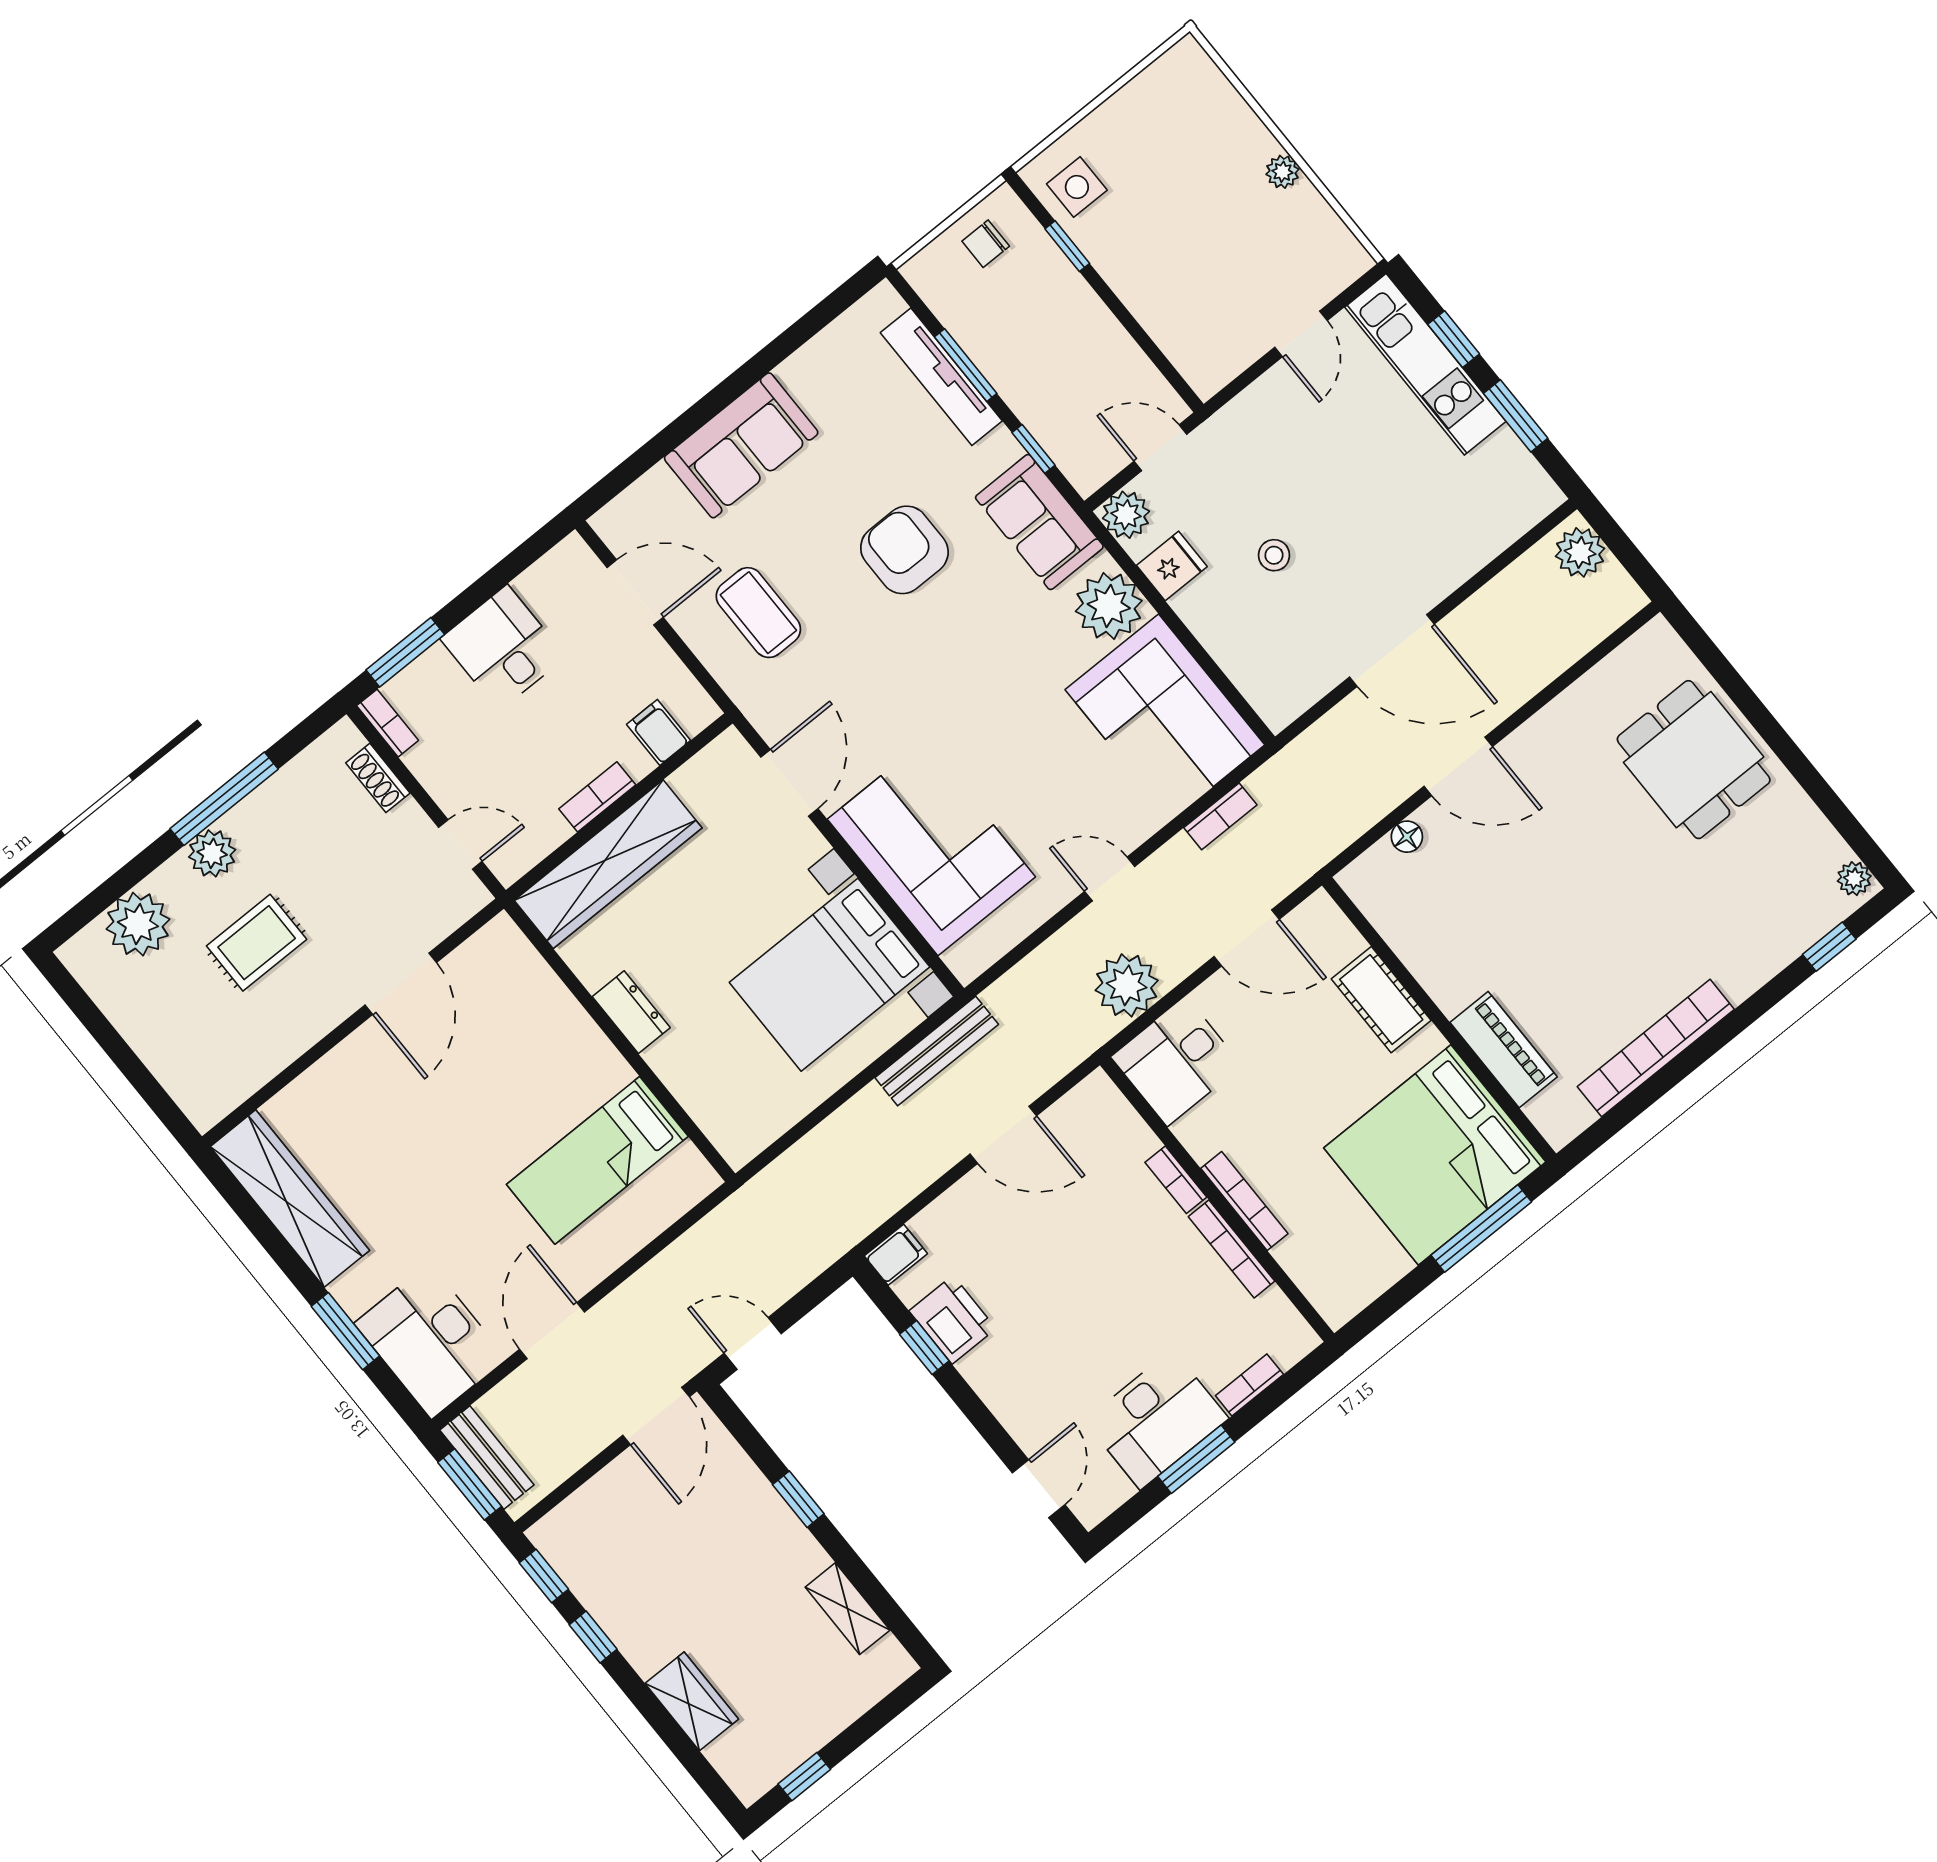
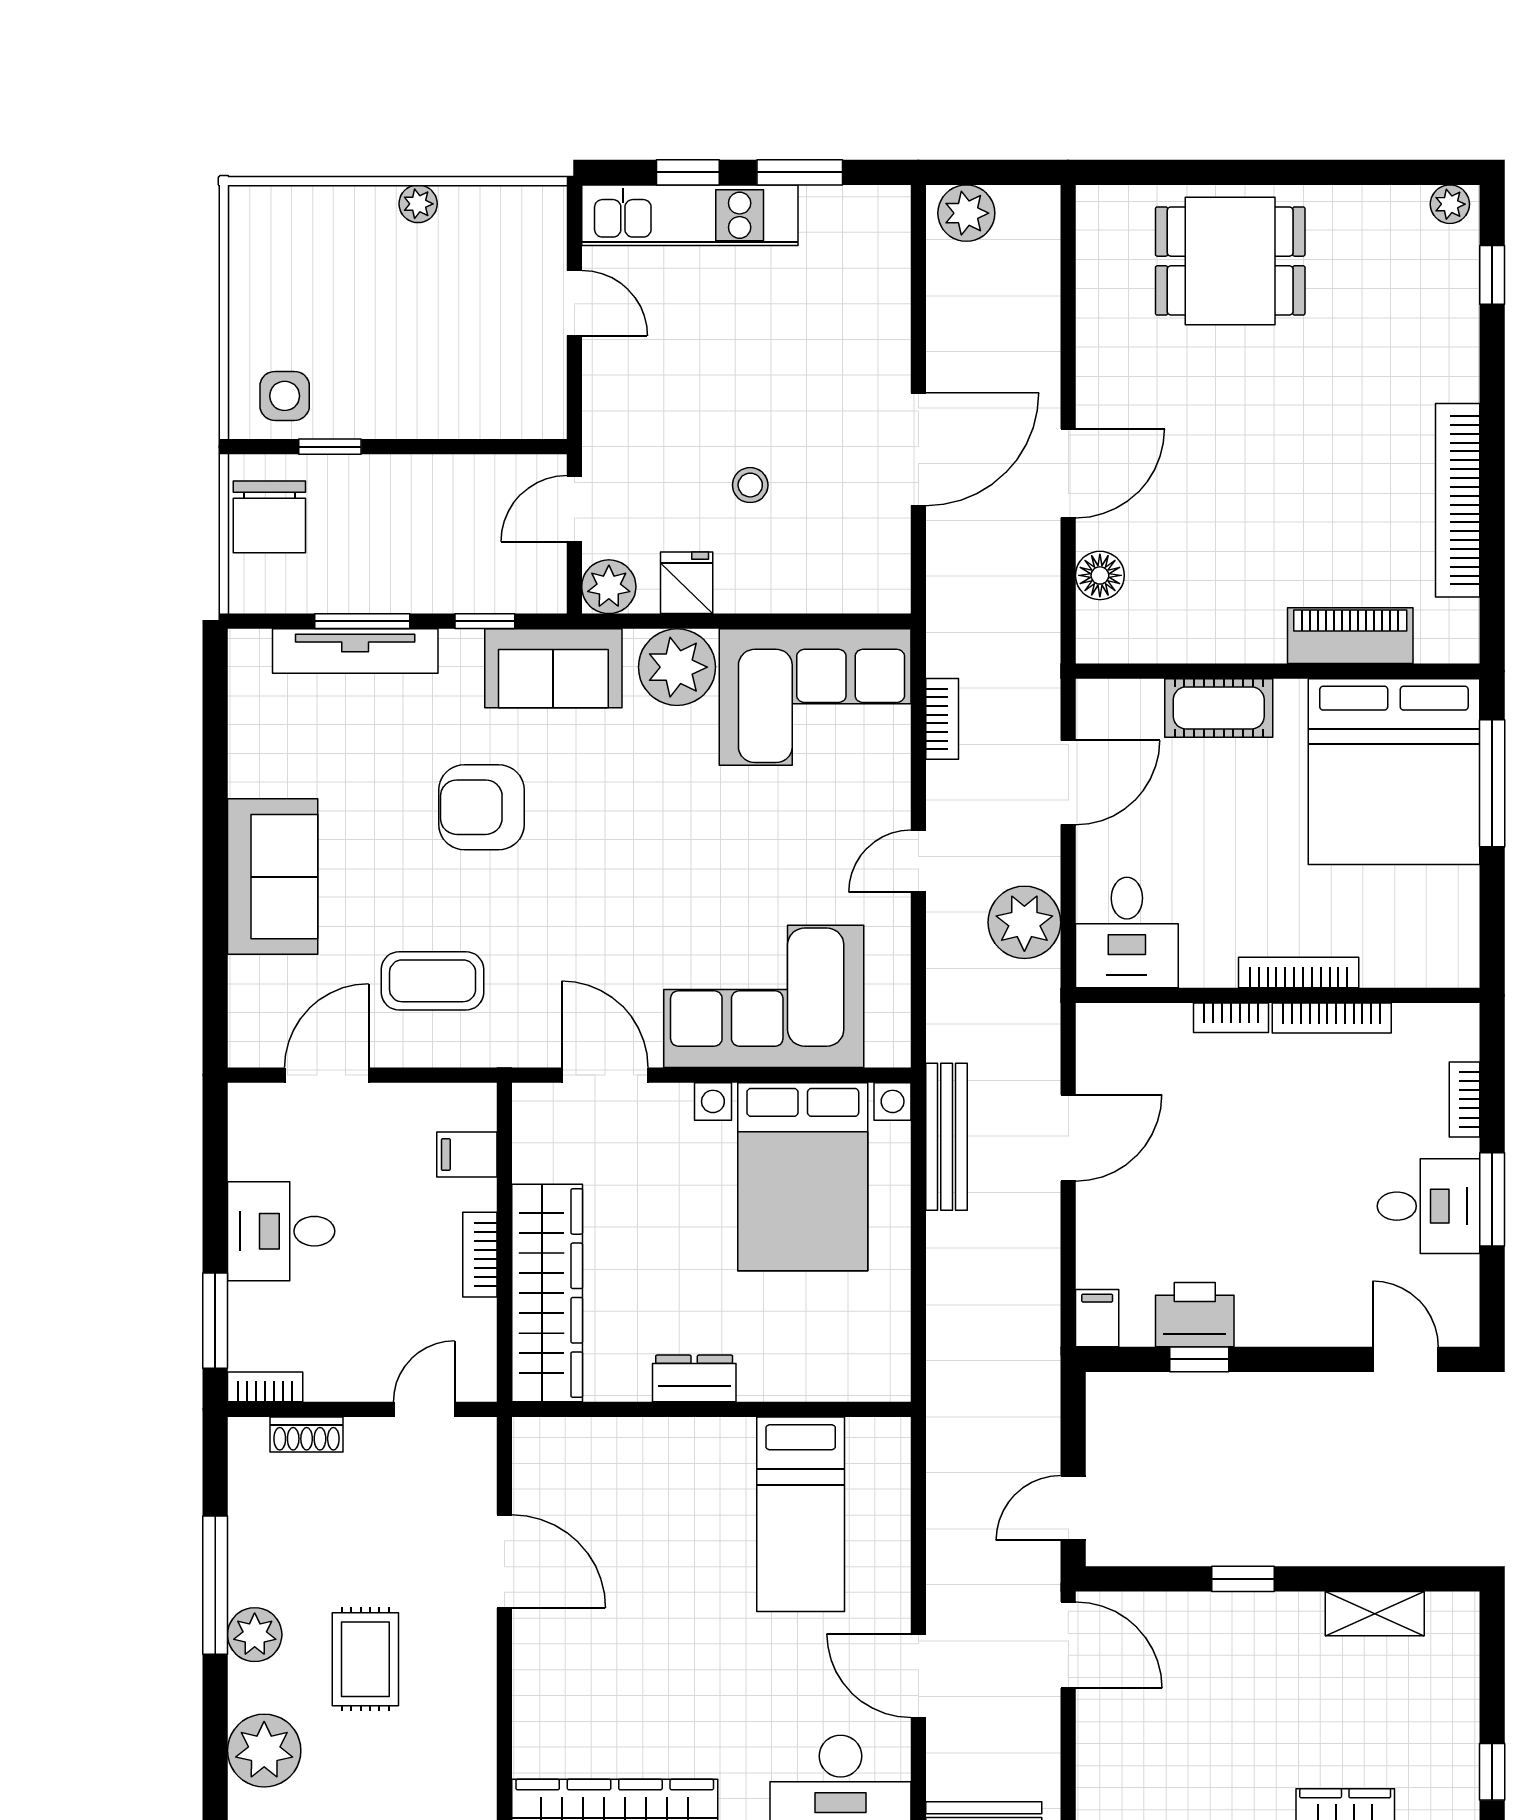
chair: (986, 244) -> (269, 517), width x1.87, depth x1.87
floor lamp: (1407, 837) -> (1100, 575), width x1.37, depth x1.37
desk: (1156, 1419) -> (1428, 1206), width x0.73

